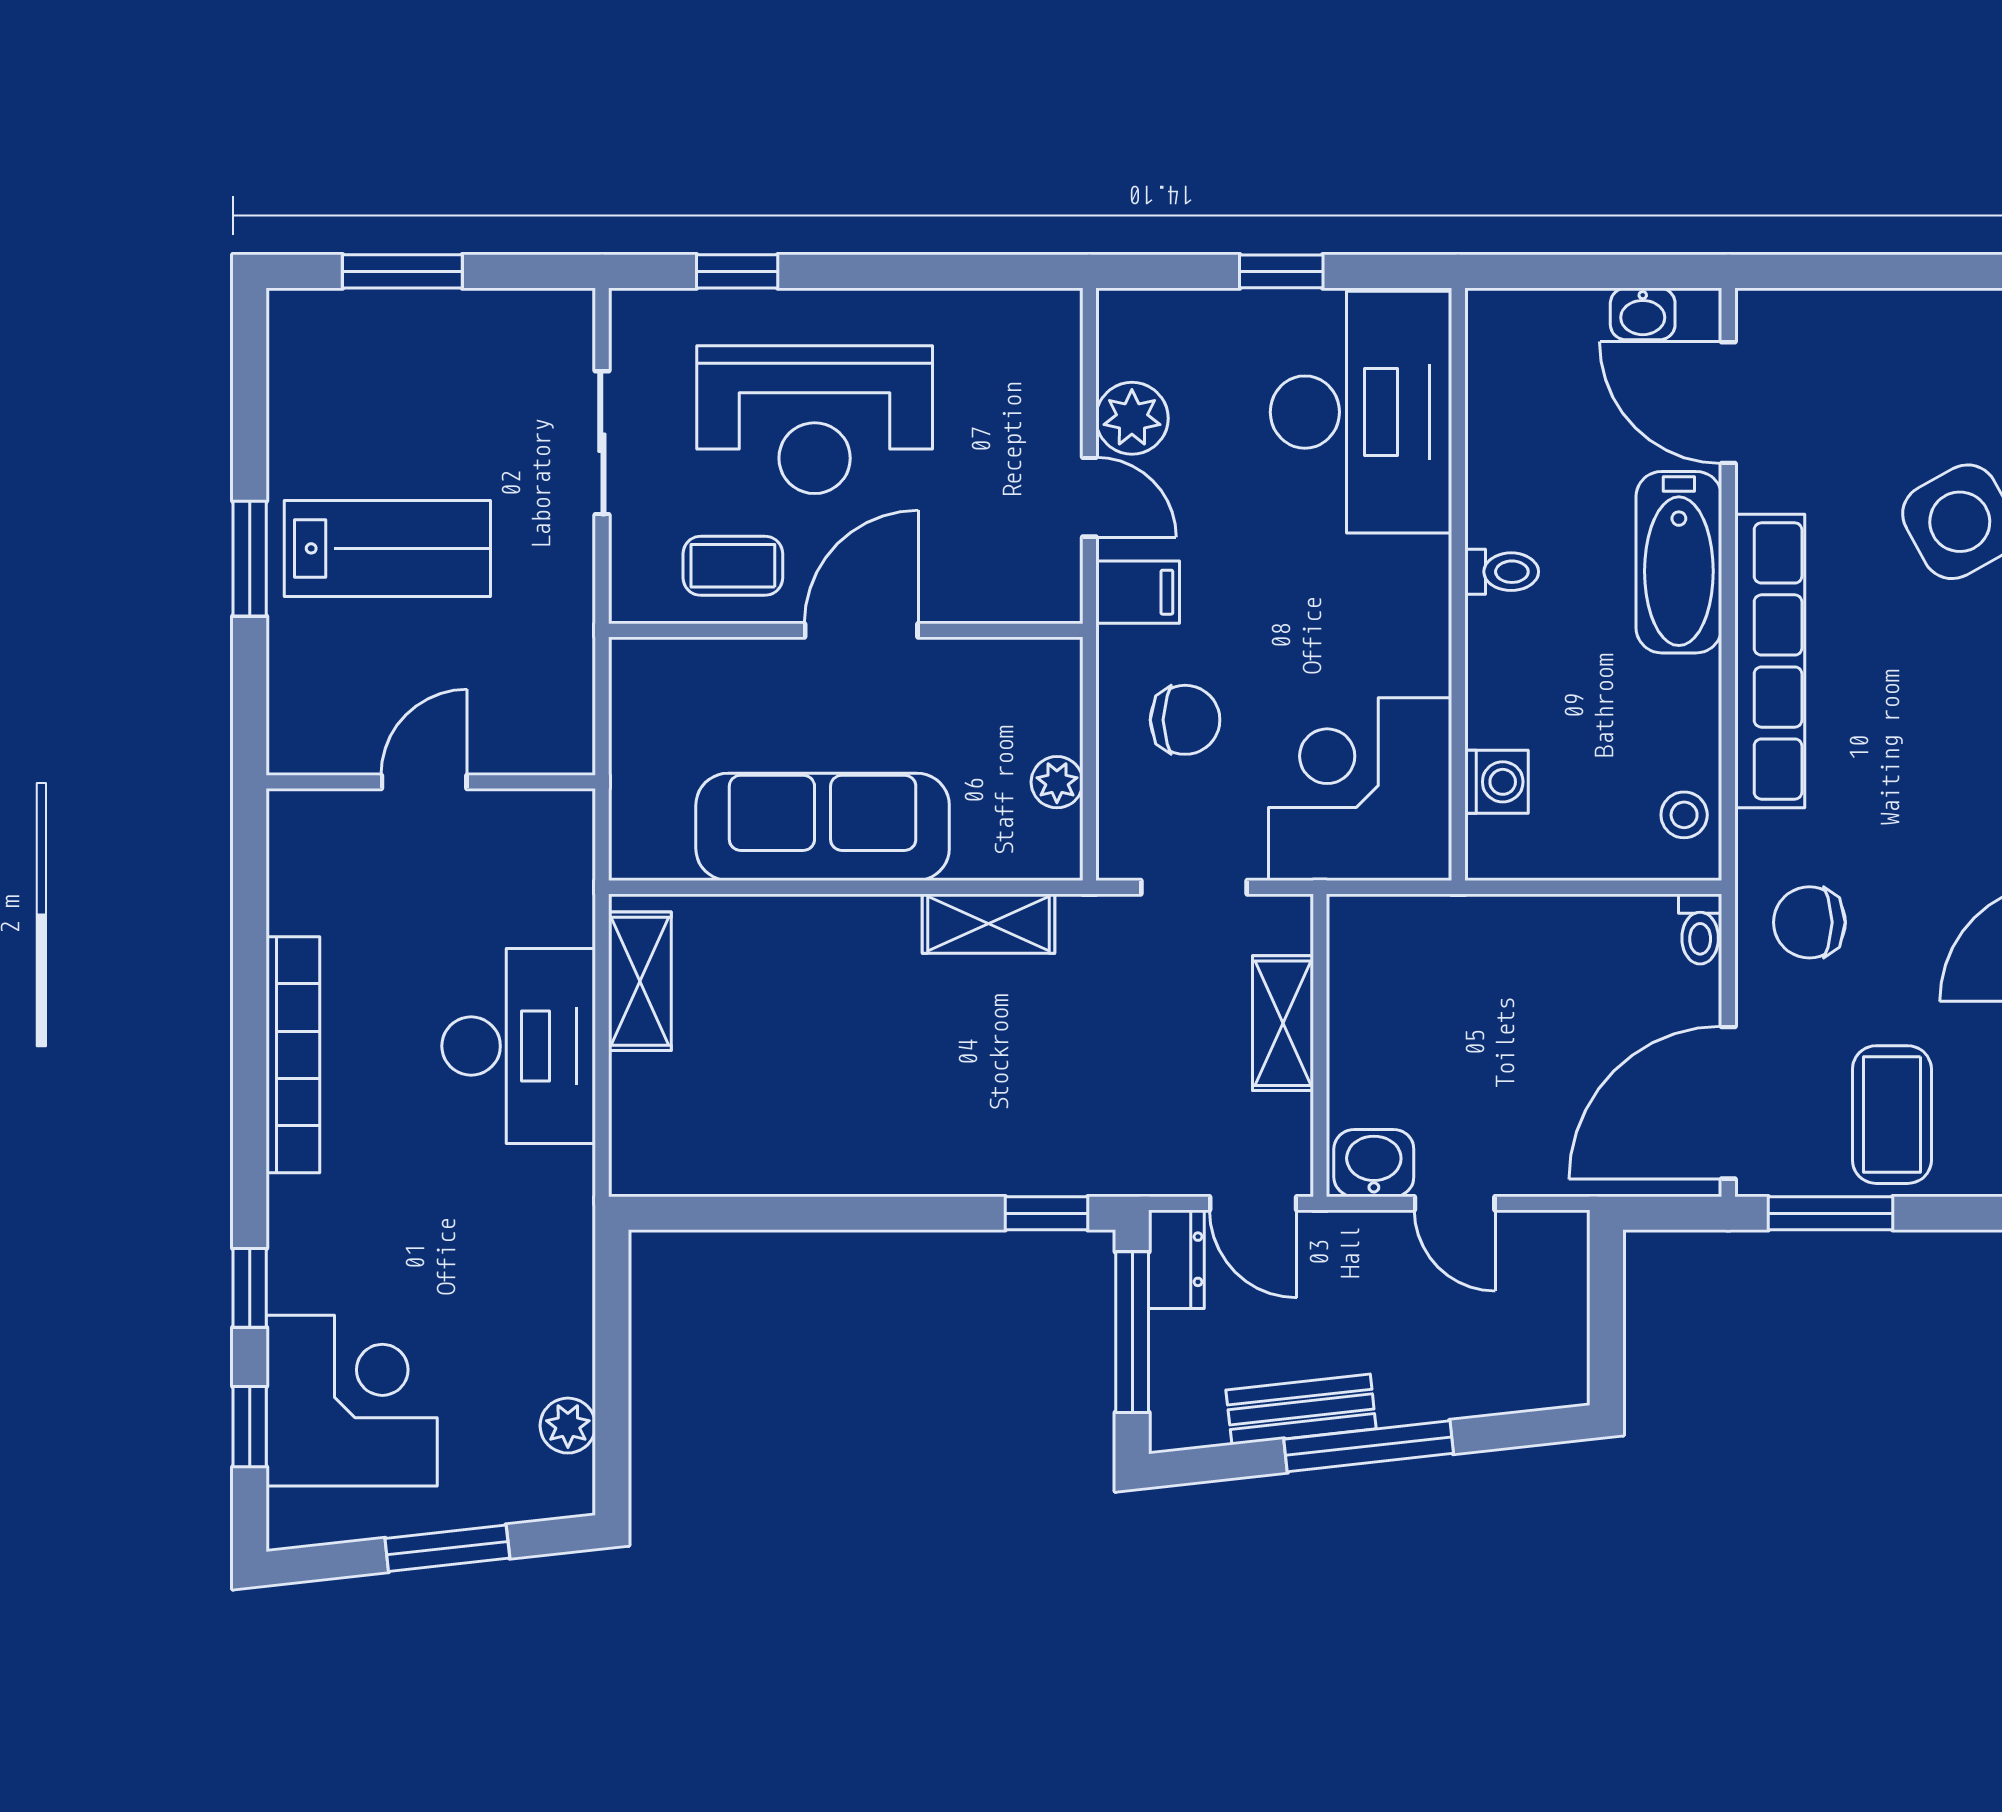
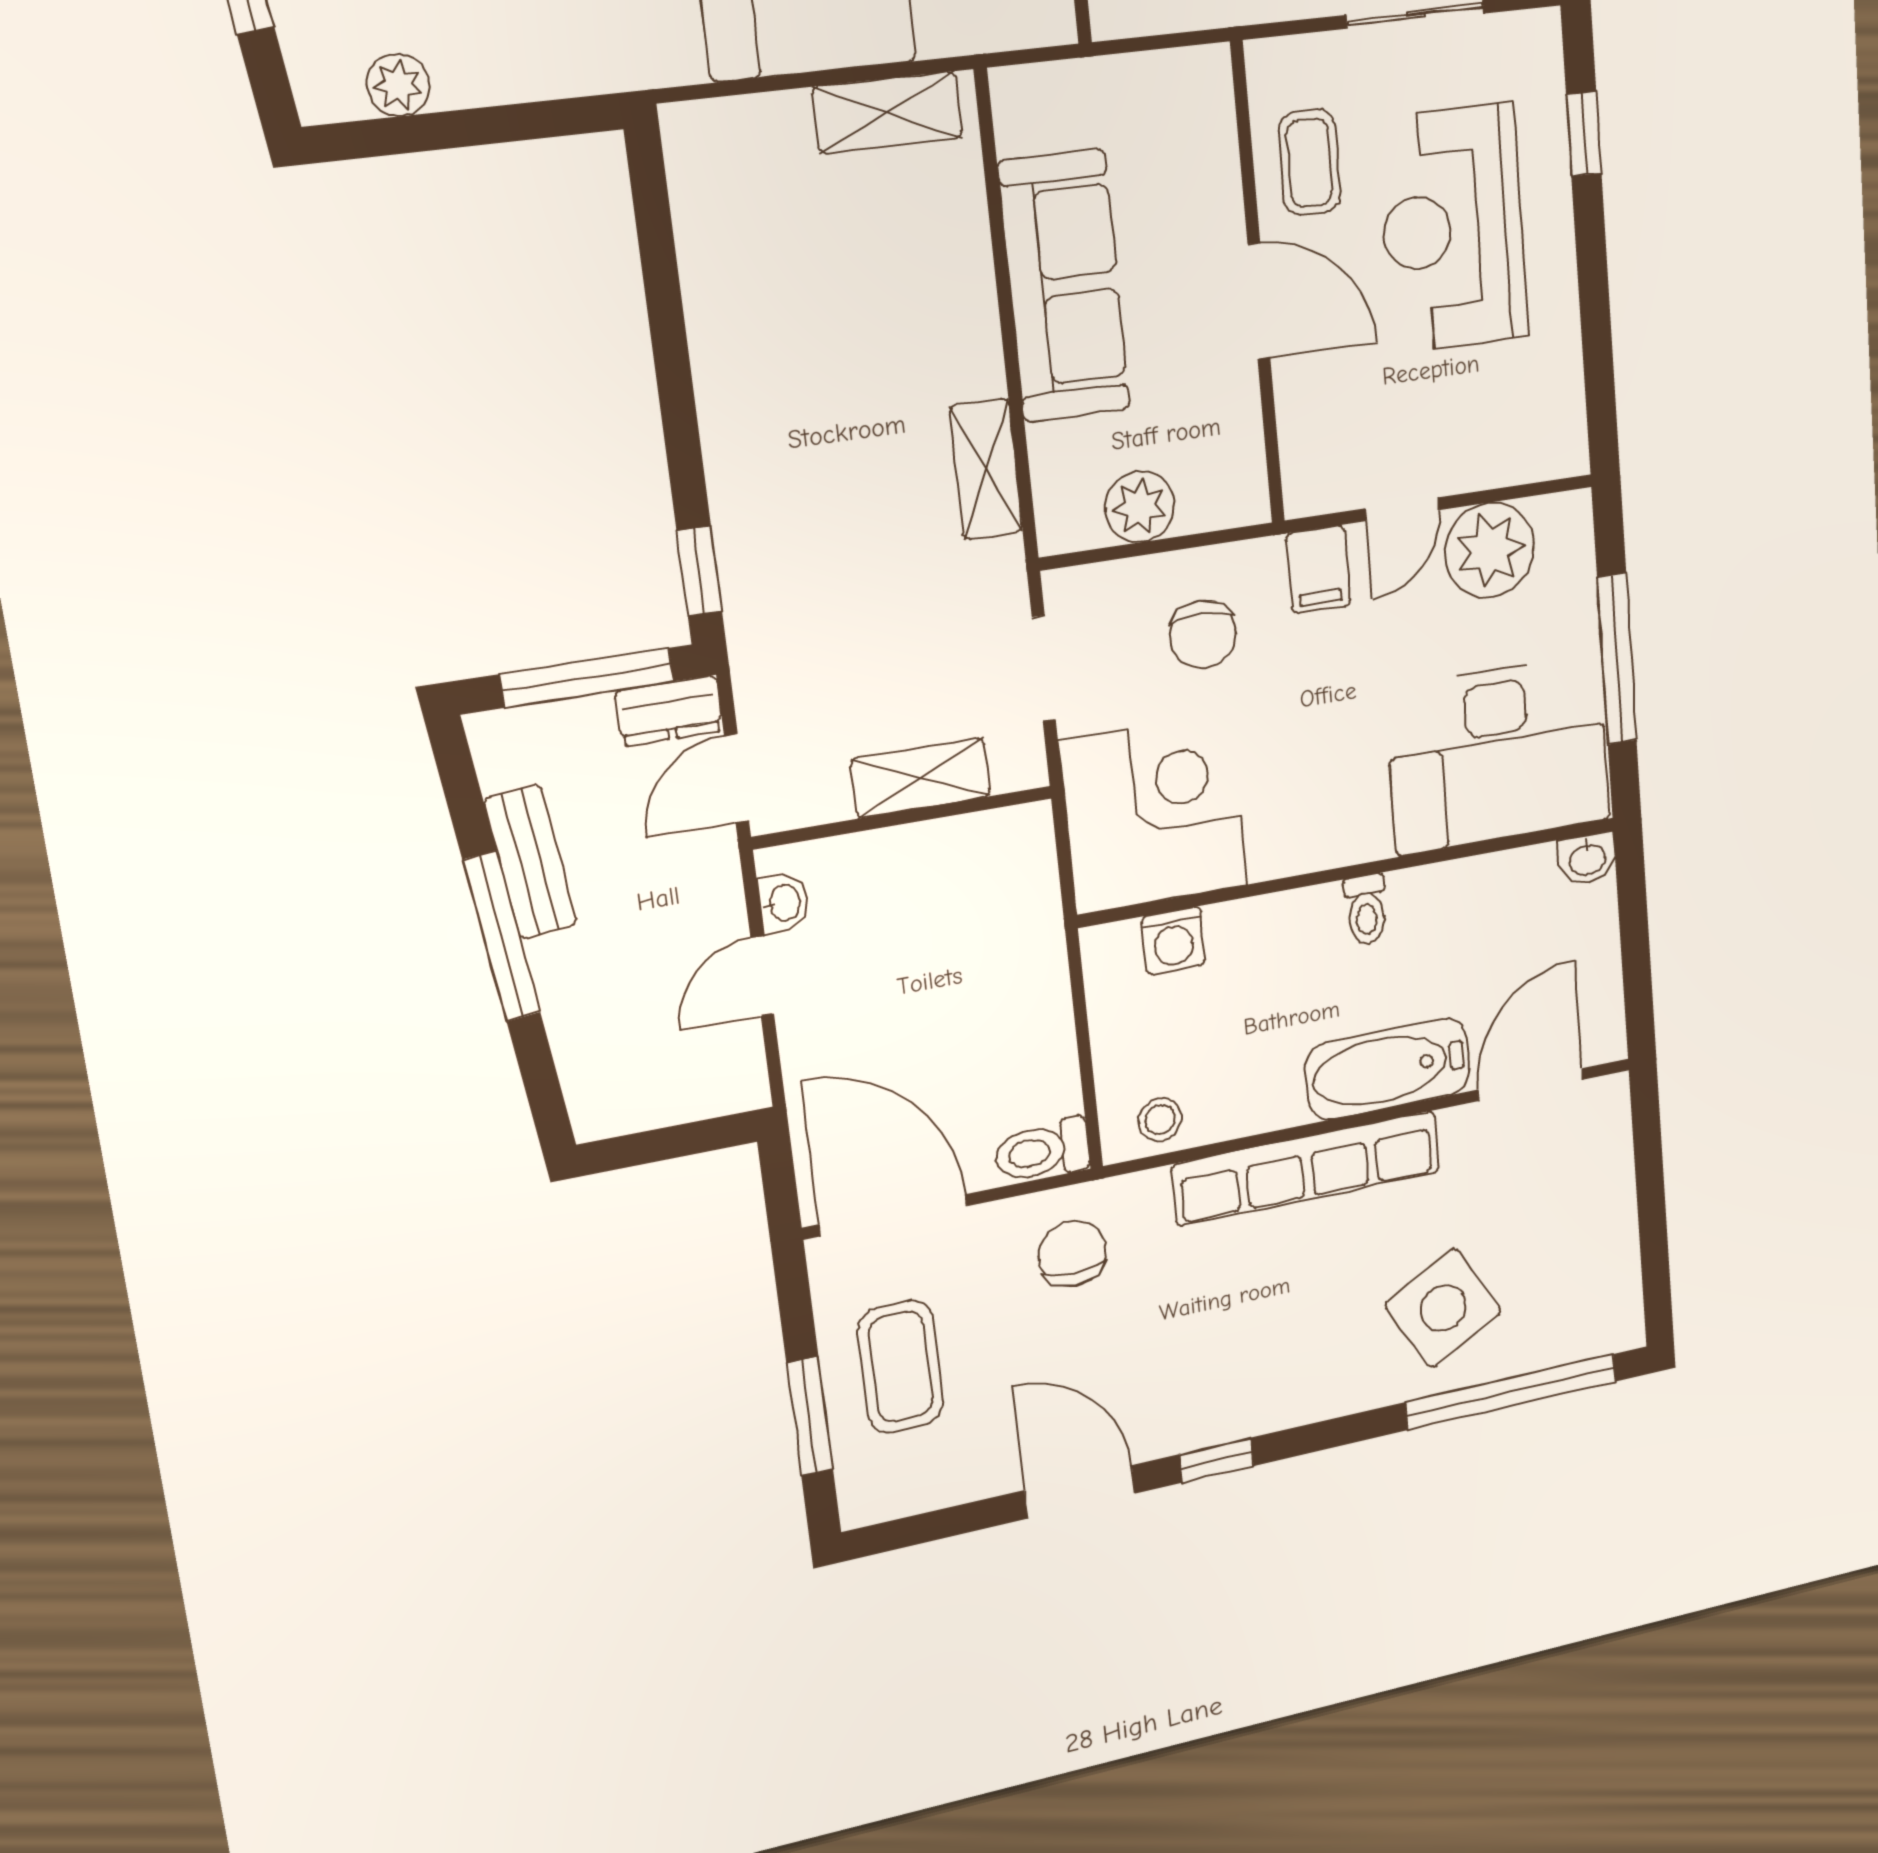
window: (1281, 271) -> (1617, 659), width x2.17
washbasin: (1643, 314) -> (1587, 859), moved, turned -90
plant: (1132, 418) -> (1490, 550), width x1.36, depth x1.36
plant: (1057, 782) -> (1140, 507), width x1.38, depth x1.38
toilet: (1700, 929) -> (1042, 1151), width x1.37, depth x1.39
coffee table: (1892, 1115) -> (901, 1367), turned 90
washbasin: (1374, 1163) -> (784, 903), width x0.72, depth x0.69
window: (1831, 1213) -> (810, 1416), moved

